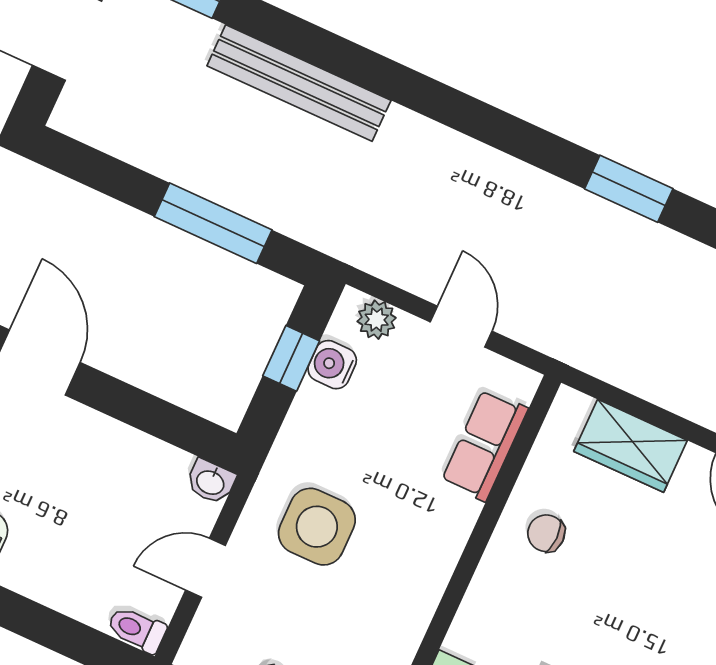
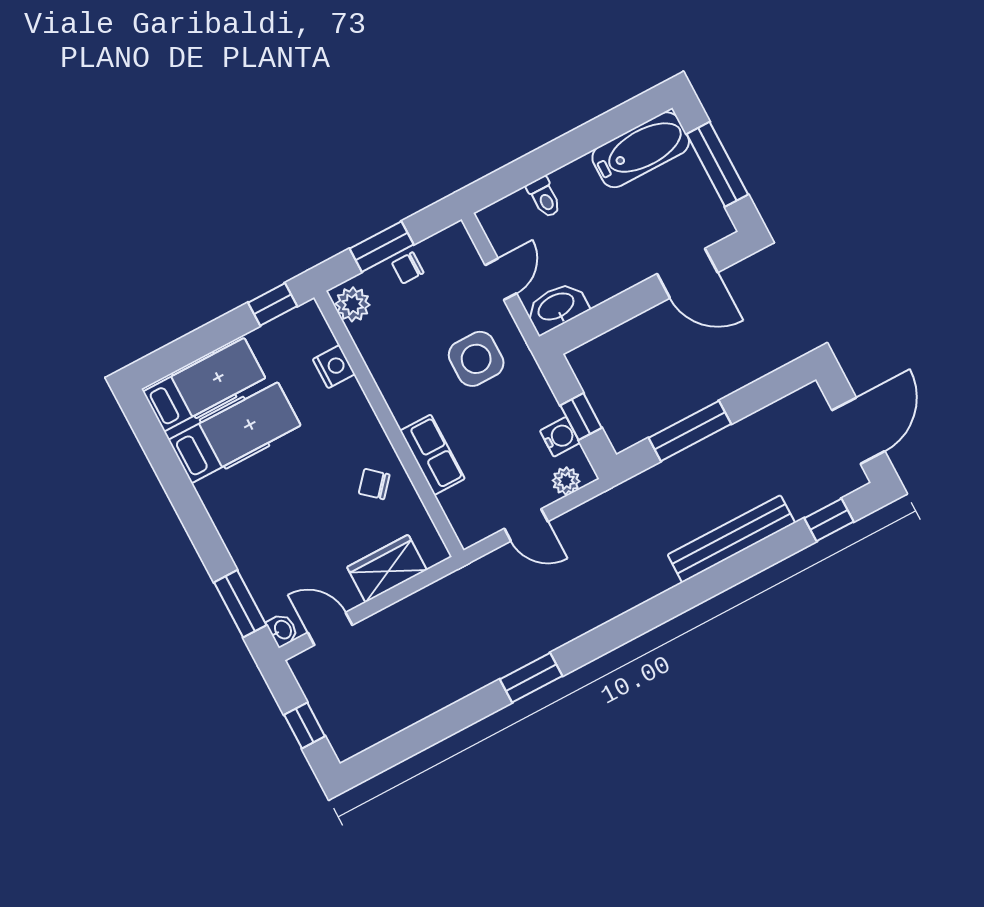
row of seats: (485, 445) -> (432, 455), moved
washbasin: (211, 482) -> (556, 307), width x1.91, depth x1.45
chair: (546, 533) -> (374, 484), turned -139
toilet: (137, 629) -> (544, 197), moved, turned 90

